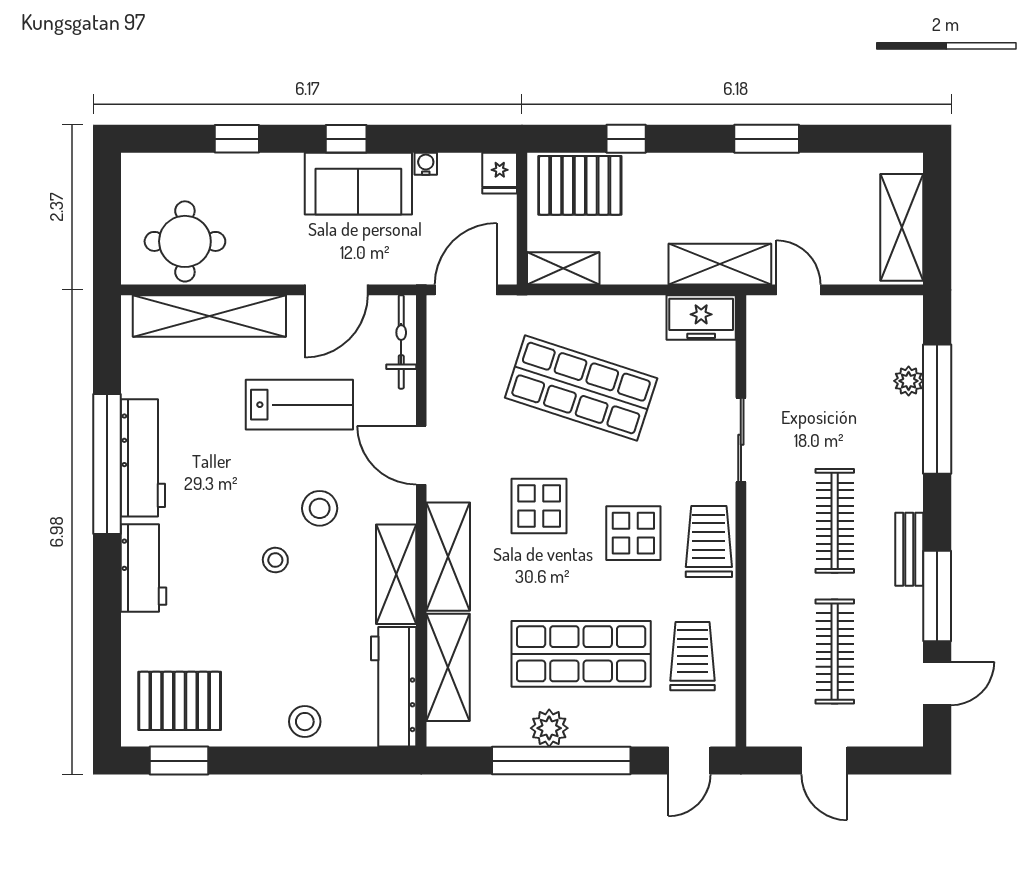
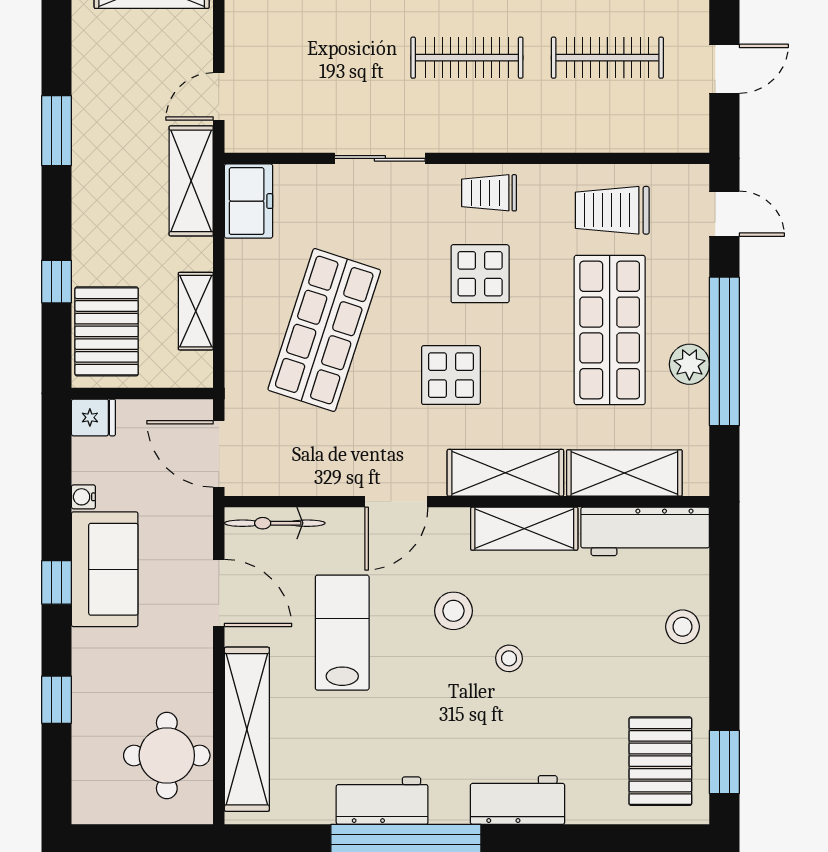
shelving: (563, 268) -> (196, 311), moved
workbench: (143, 458) -> (382, 801), width x0.73
trolley: (709, 541) -> (489, 193), width x0.73, depth x0.72

